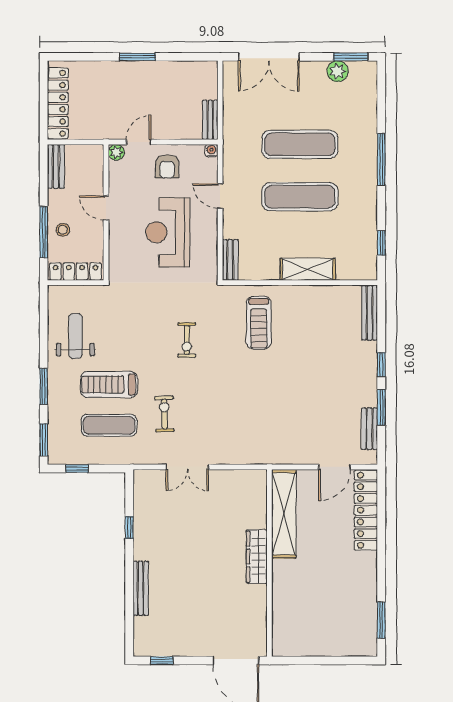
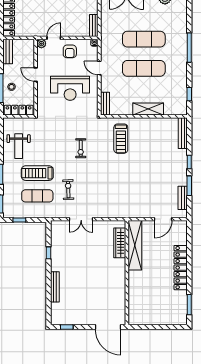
reception desk: (168, 232) -> (70, 88), turned -90
weight bench: (75, 336) -> (19, 146), turned 180
locker: (366, 510) -> (181, 268), moved
wardrobe: (257, 557) -> (120, 243), moved

